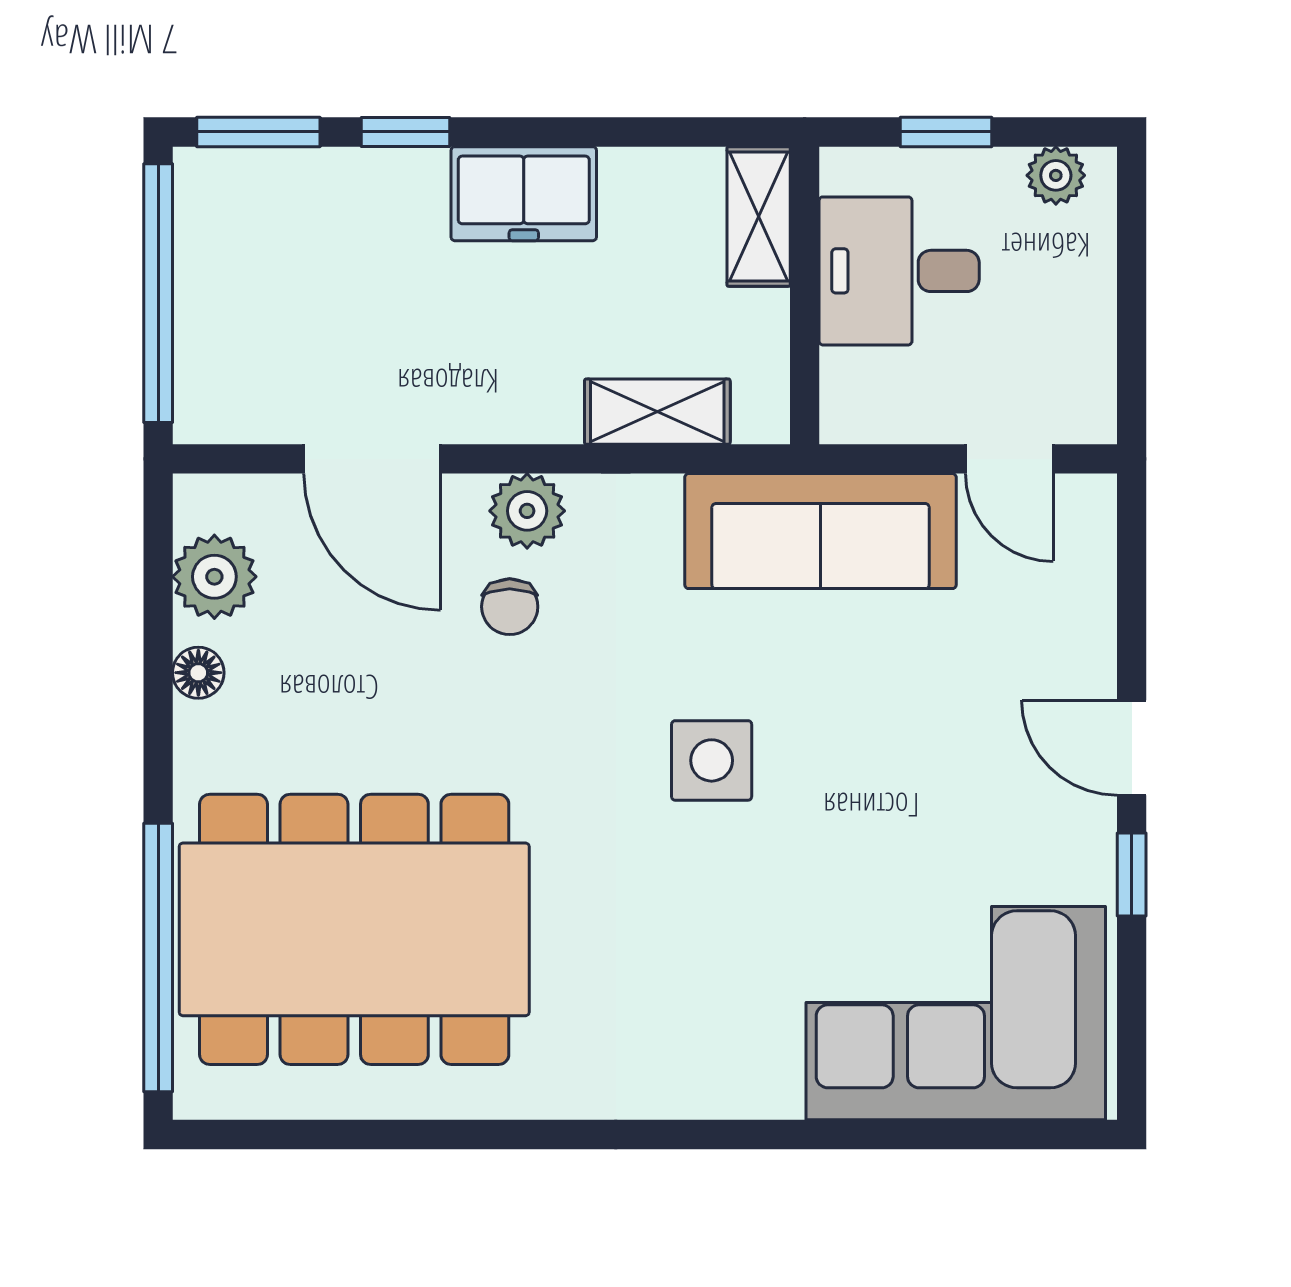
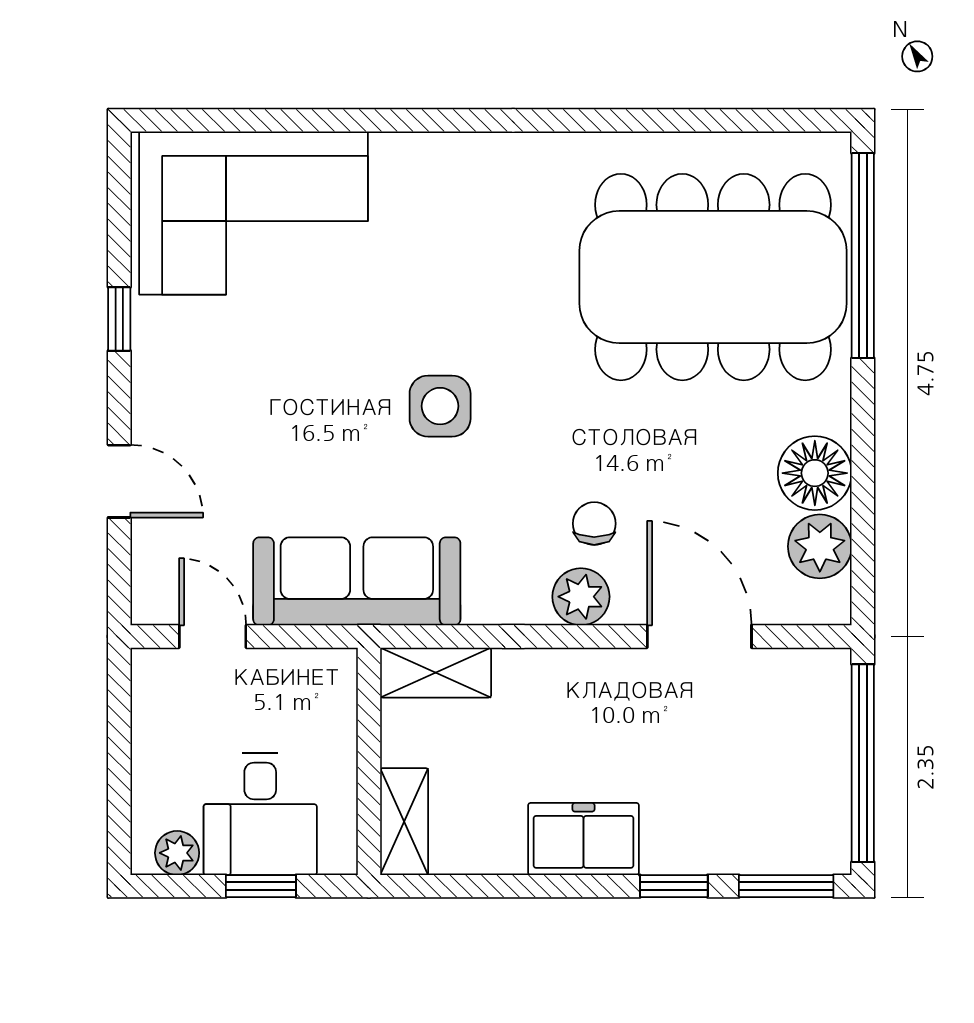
desk: (899, 271) -> (260, 814), moved, turned 90
shelving: (657, 412) -> (436, 673), moved
floor lamp: (198, 673) -> (815, 473), width x1.89, depth x1.89
door: (1132, 748) -> (119, 481), moved

